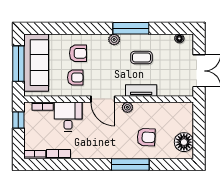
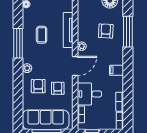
plant: (114, 39) -> (27, 68), moved
tv unit: (141, 90) -> (68, 30), width x1.41
filing cabinet: (97, 150) -> (117, 70), added
window: (130, 164) -> (128, 32), moved

